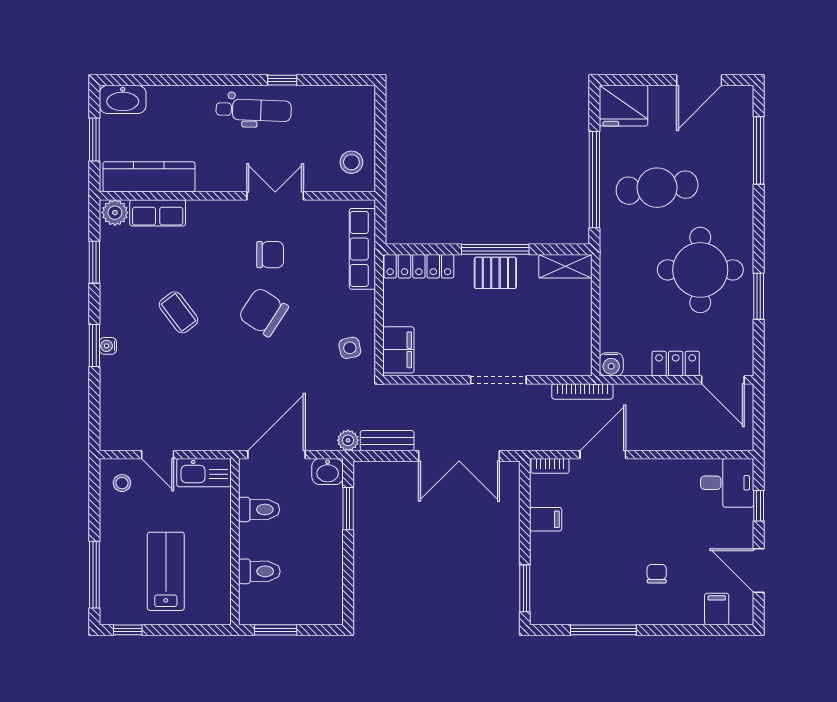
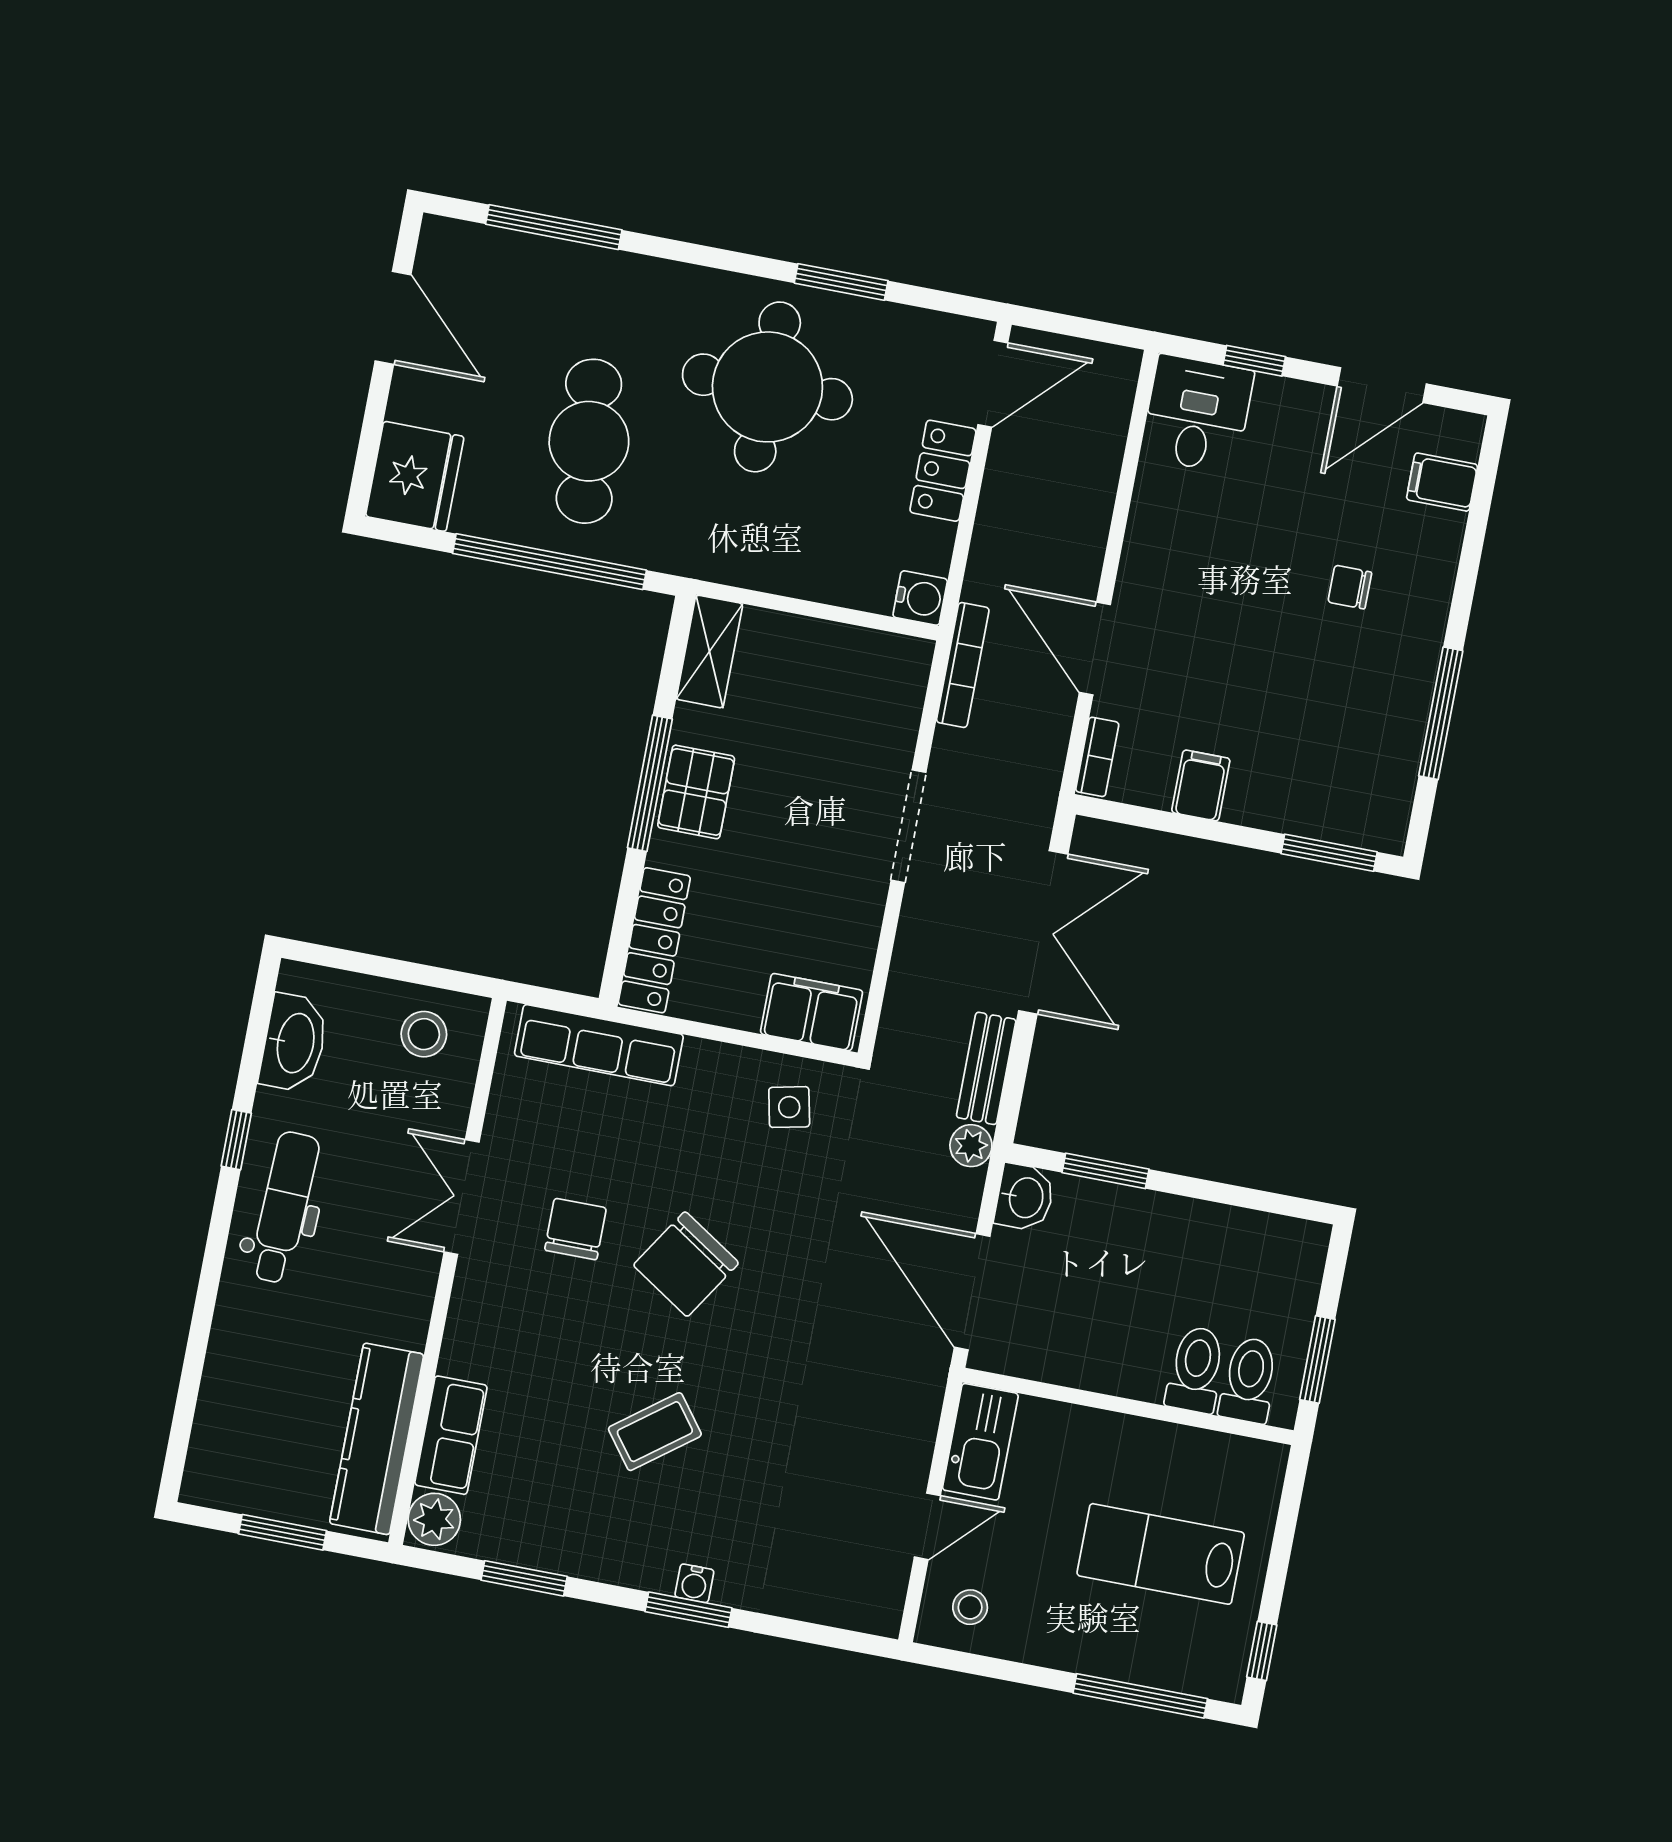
washbasin: (123, 99) -> (294, 1043), moved
toilet: (259, 509) -> (1249, 1380), moved

